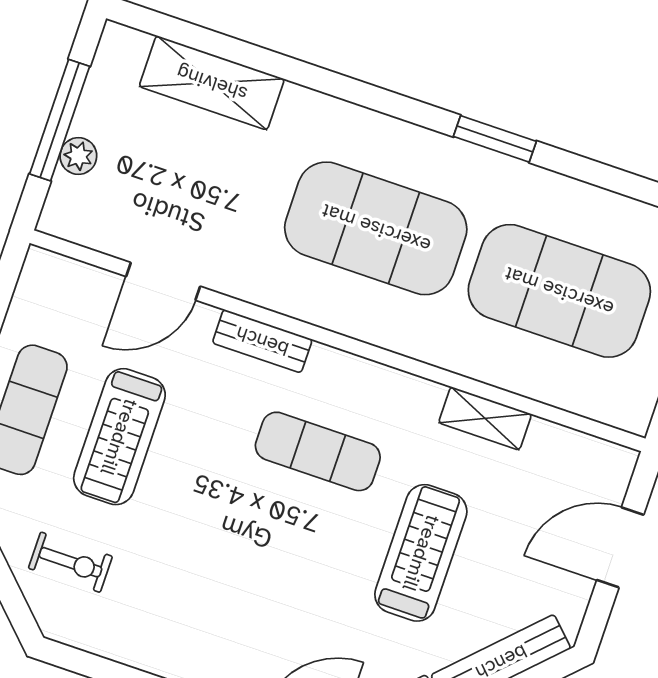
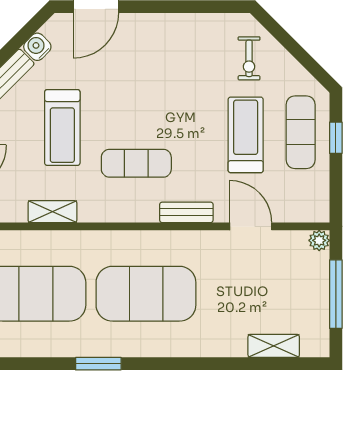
shelving: (212, 83) -> (274, 346), width x0.67, depth x0.75
plant: (78, 156) -> (319, 240), moved
door: (163, 281) -> (251, 226), hinge flipped
exercise bike: (70, 562) -> (249, 58), turned -90

